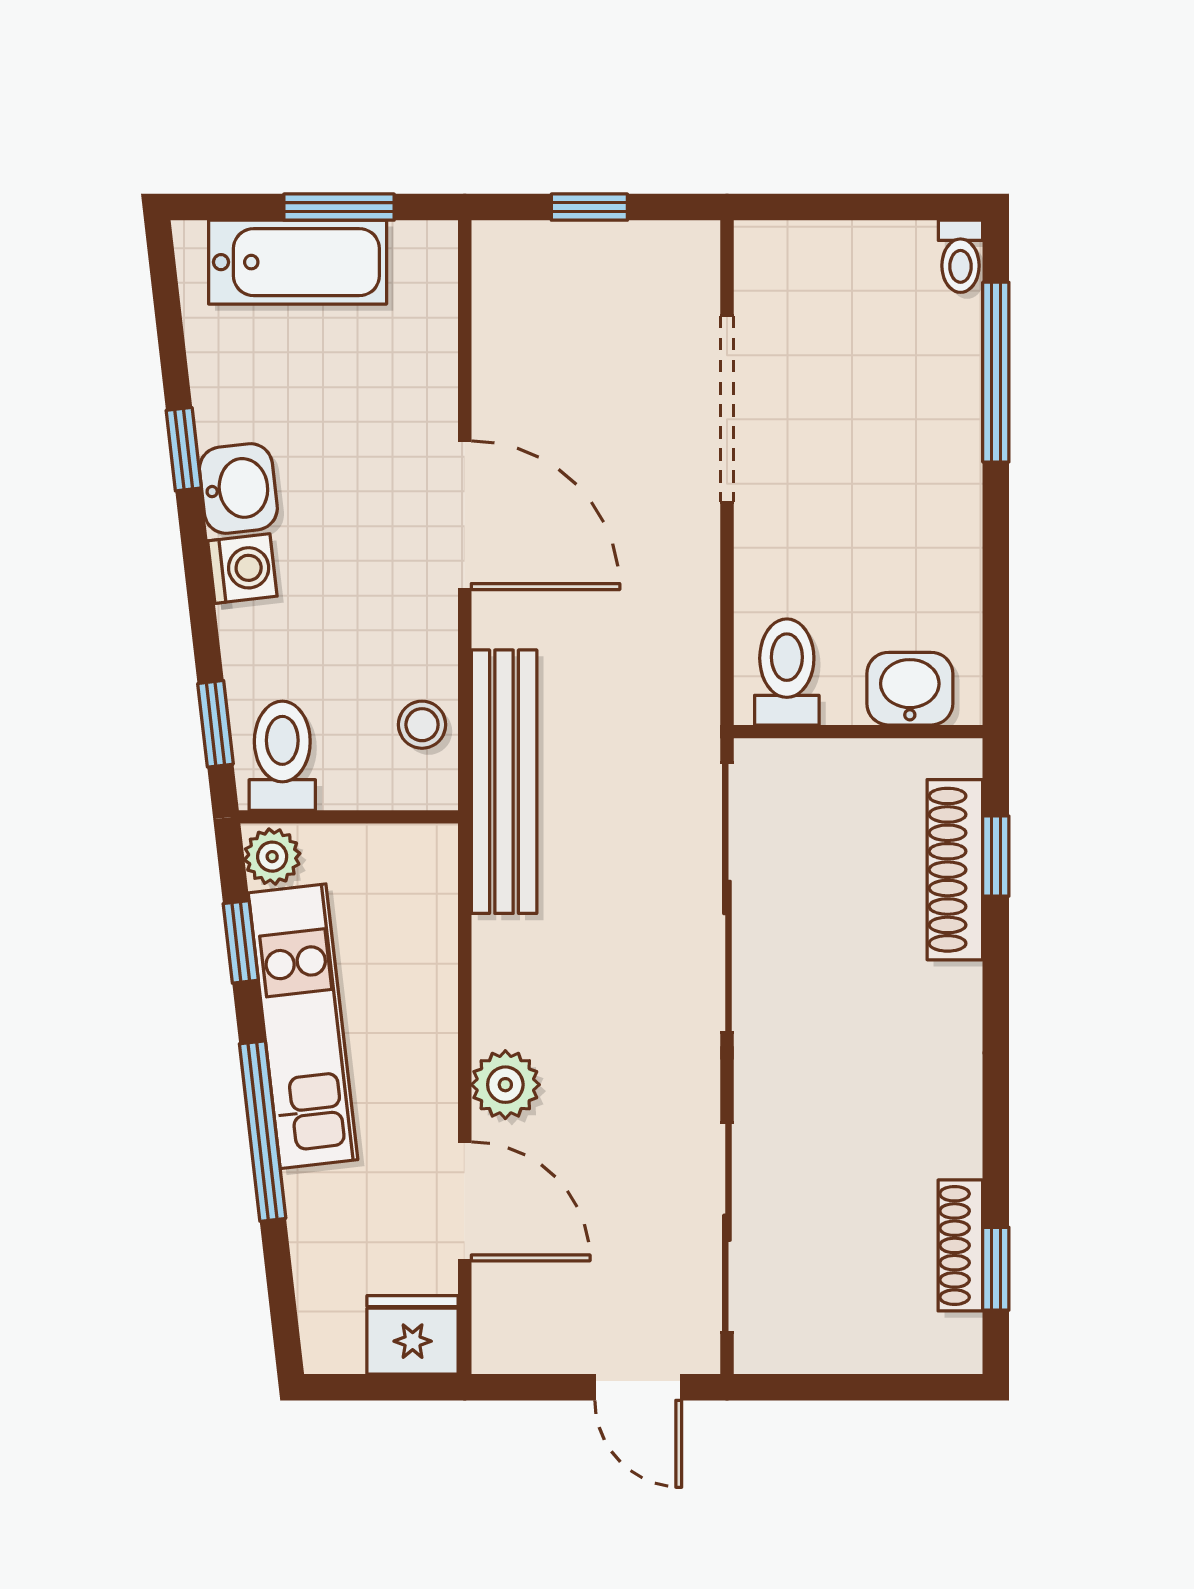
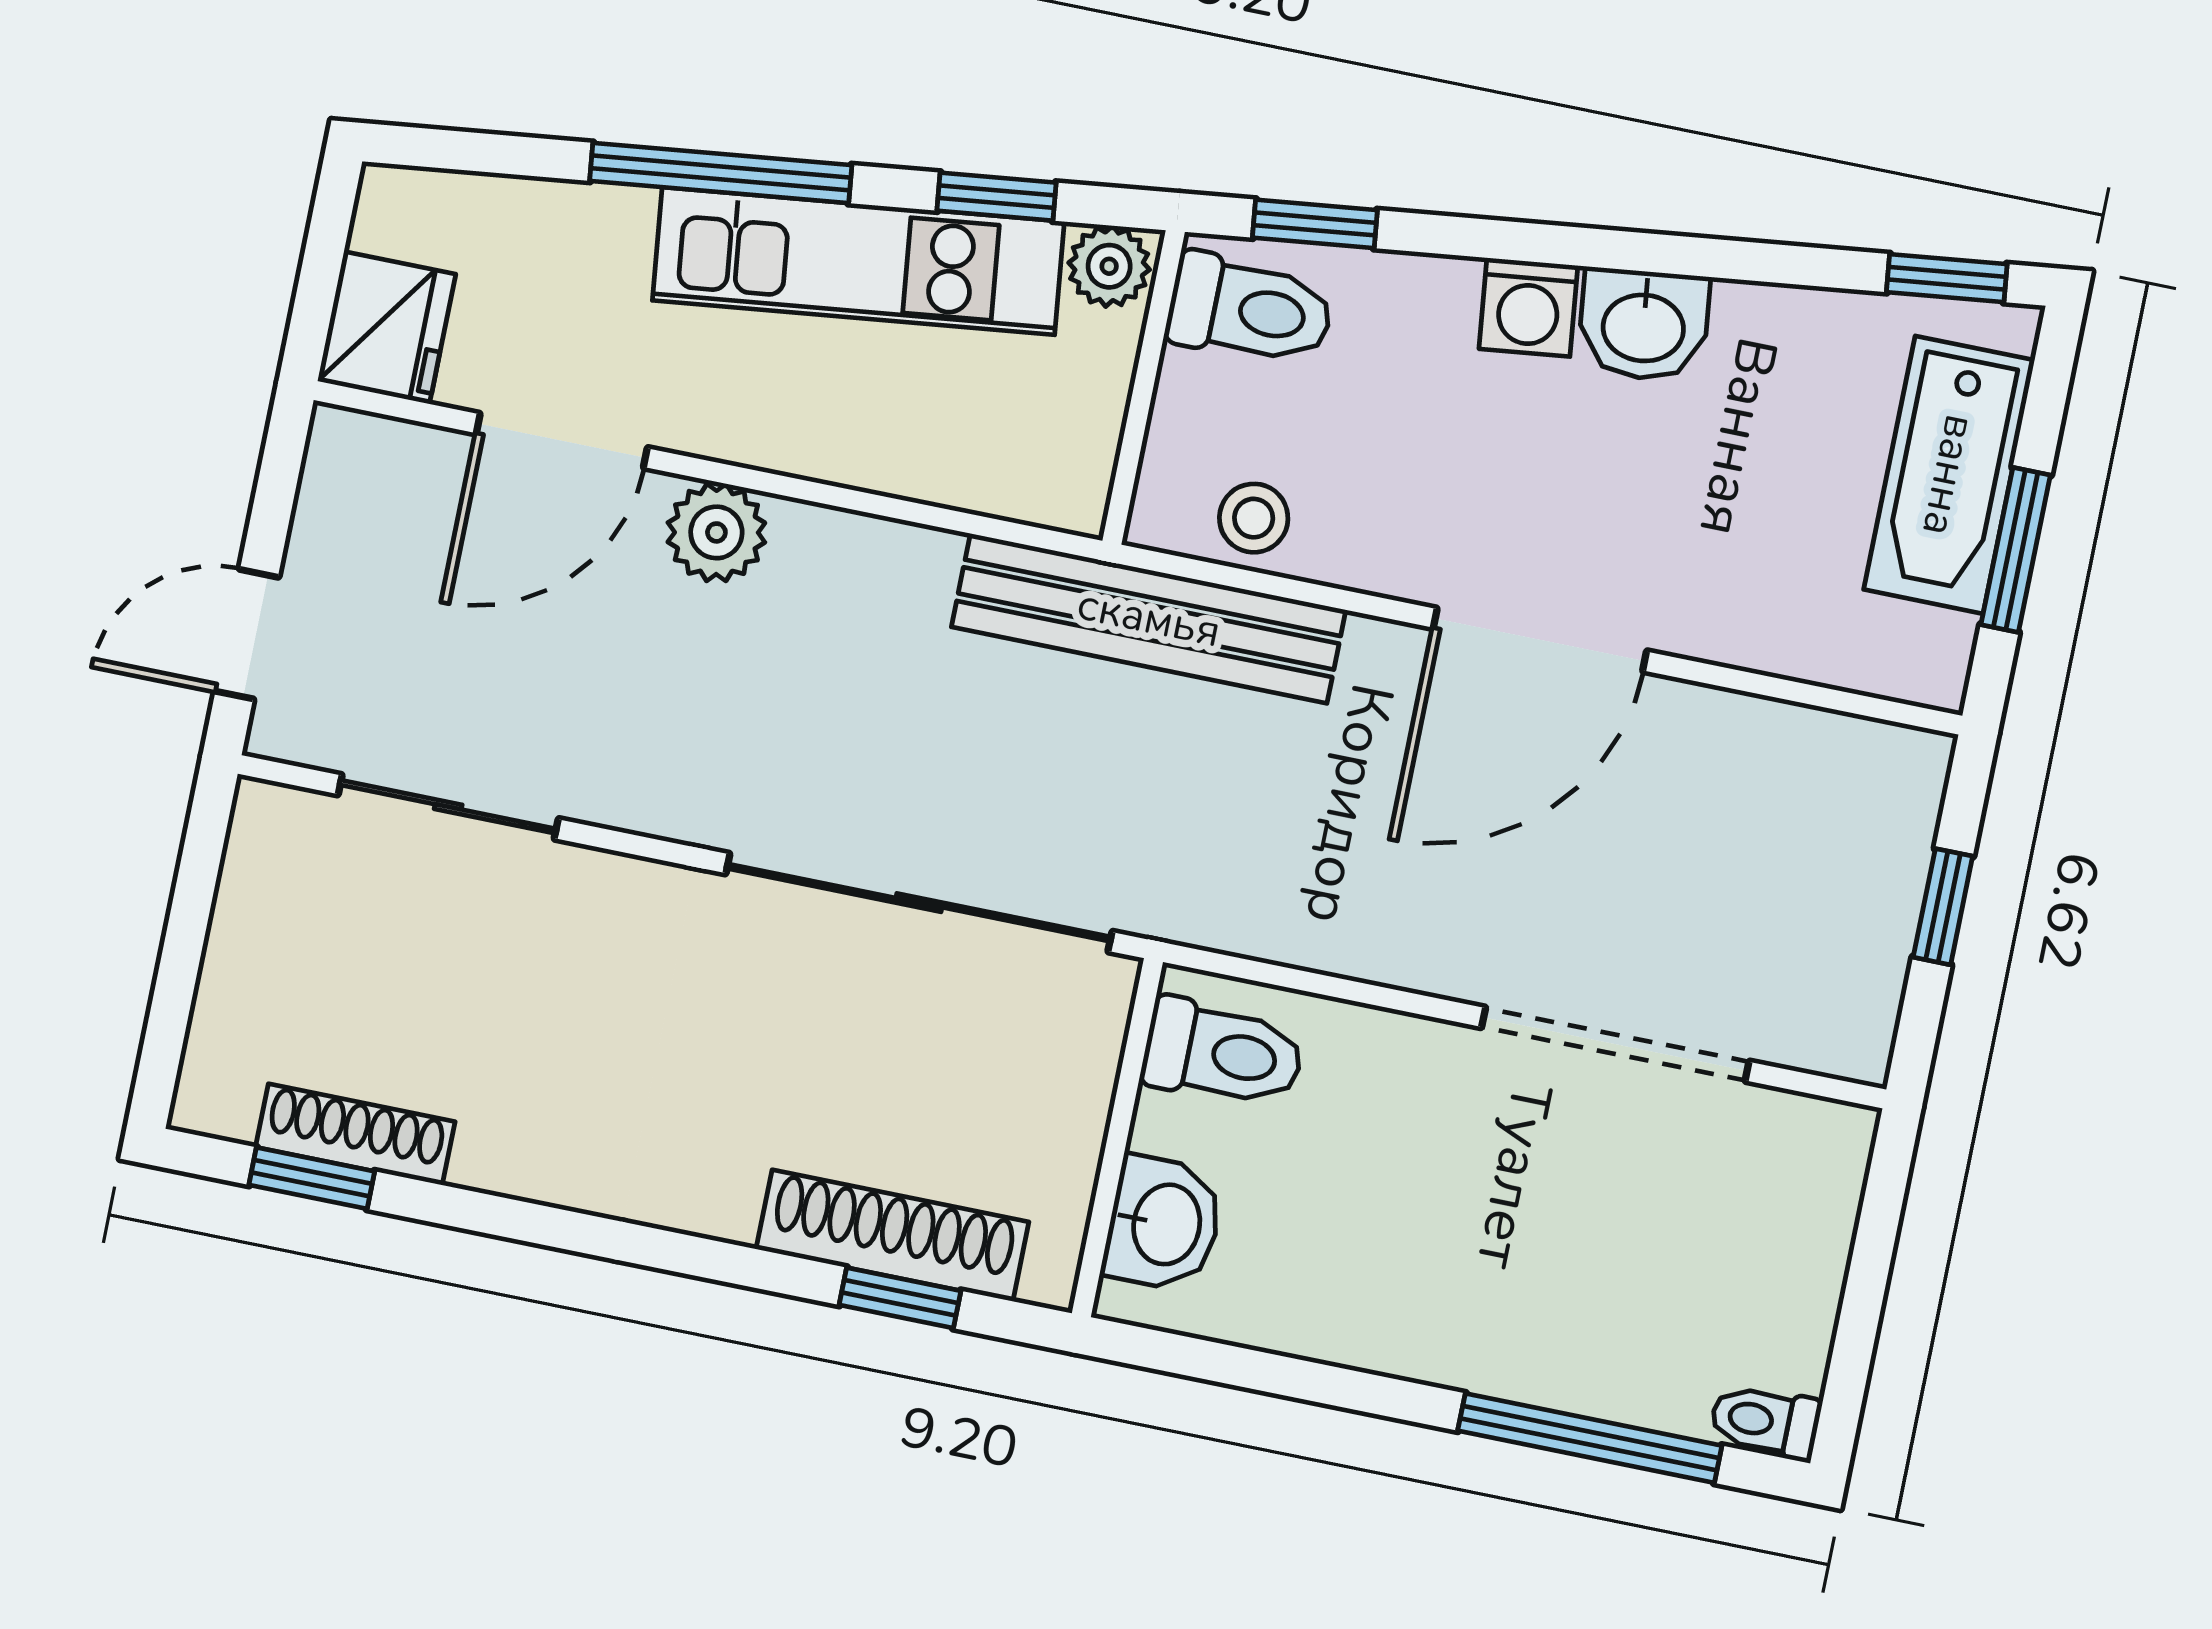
window: (184, 449) -> (1947, 278), moved
sliding door: (727, 1228) -> (448, 807), width x0.73

